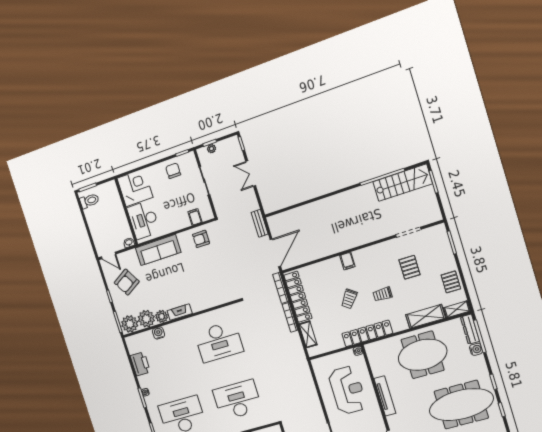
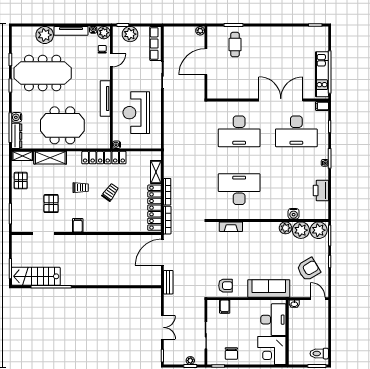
filing cabinet: (347, 261) -> (78, 225), moved
fireplace: (180, 312) -> (231, 227), moved

